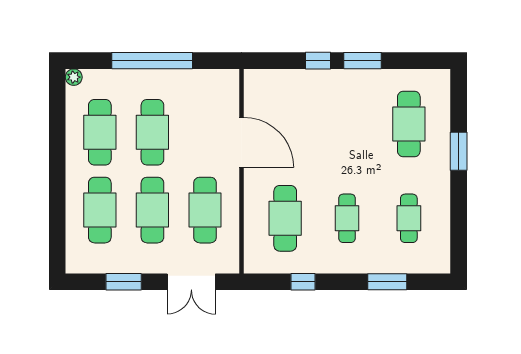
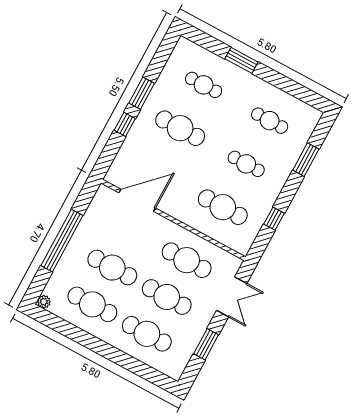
cafe table: (347, 124) -> (180, 128), added
cafe table: (409, 124) -> (204, 85), width x0.73, depth x0.74
door: (242, 142) -> (137, 200), moved

